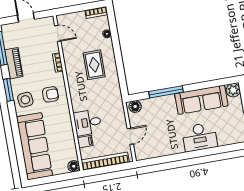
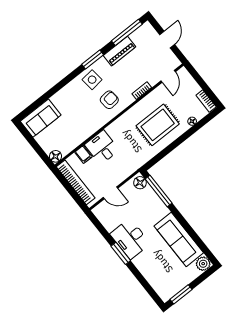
rug: (94, 65) -> (158, 125), width x1.36, depth x1.43
window: (166, 92) -> (159, 191), moved
armchair: (50, 94) -> (109, 100), turned -96
desk: (200, 137) -> (130, 239), moved
sofa: (34, 146) -> (41, 118), width x0.54, depth x0.79
window: (186, 156) -> (121, 253), added

